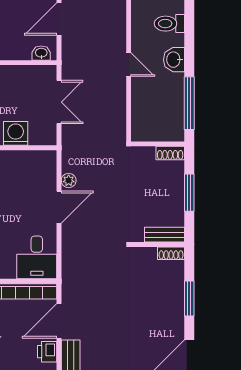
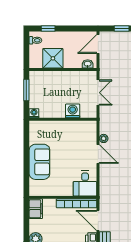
door: (59, 207) -> (98, 154), hinge flipped
door: (59, 321) -> (98, 221), hinge flipped

